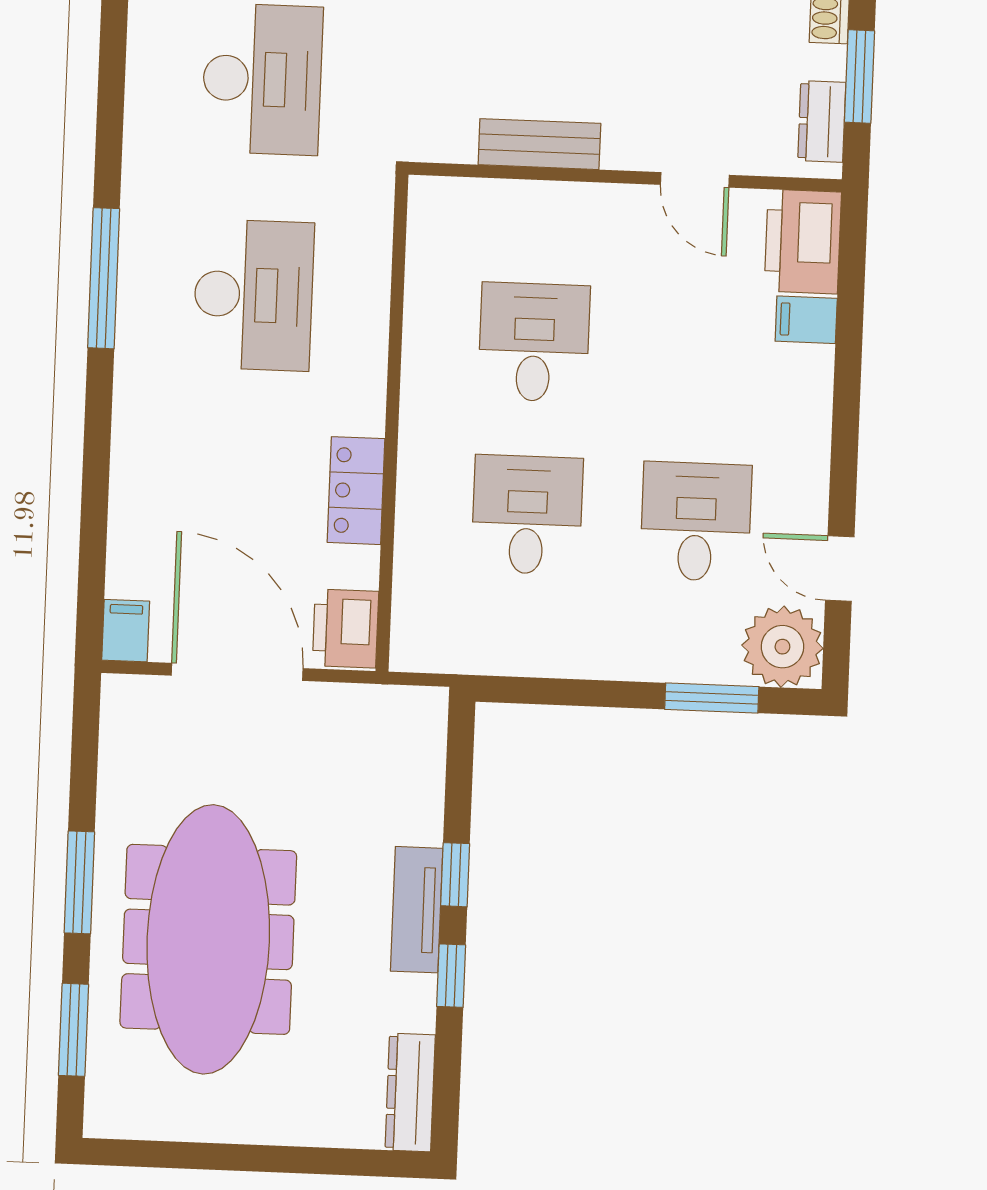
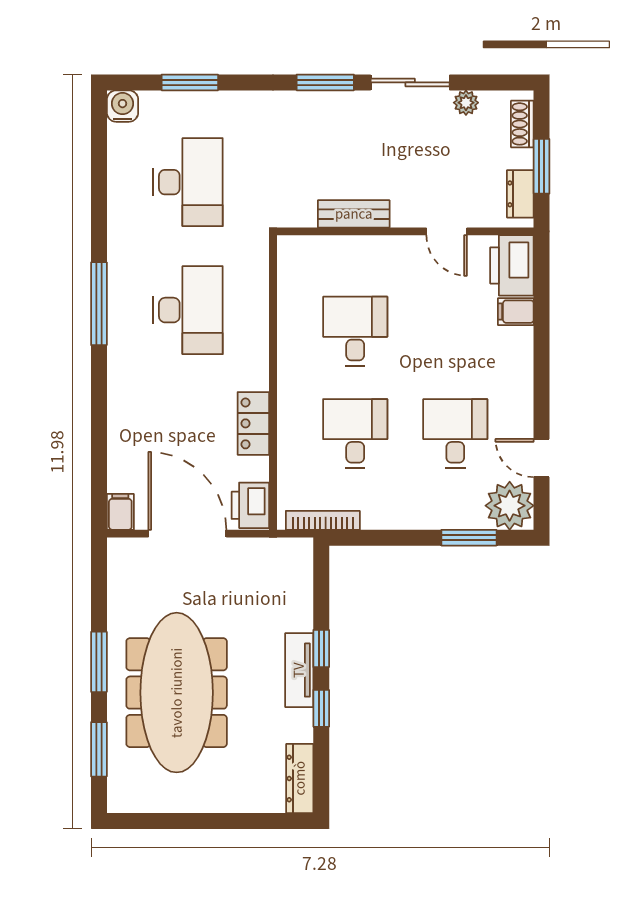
bookcase: (467, 659) -> (323, 520), added

